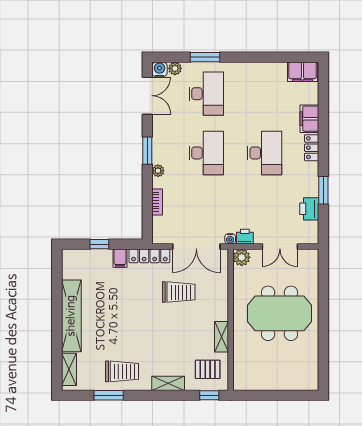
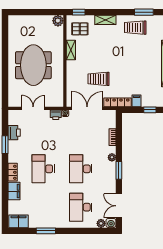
window: (205, 57) -> (46, 231), moved
plant: (242, 257) -> (58, 21), moved
meeting table: (280, 313) -> (33, 65), turned 90

